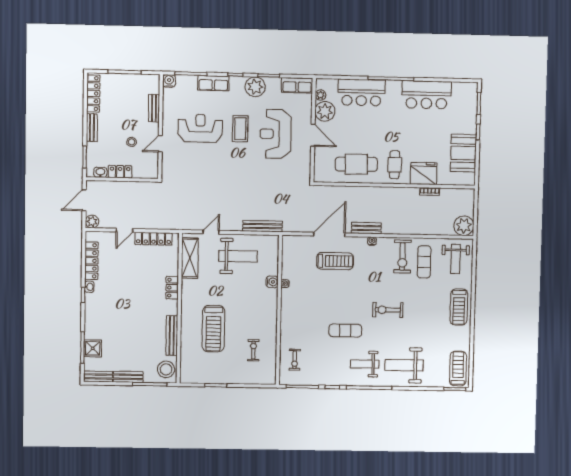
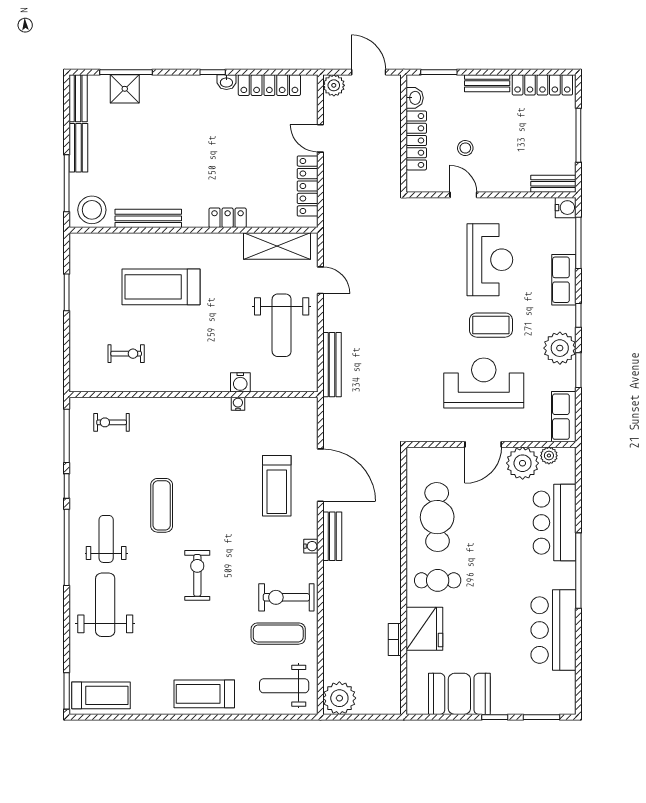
bench: (154, 108) -> (553, 184), moved
locker: (120, 172) -> (416, 140), width x1.53

